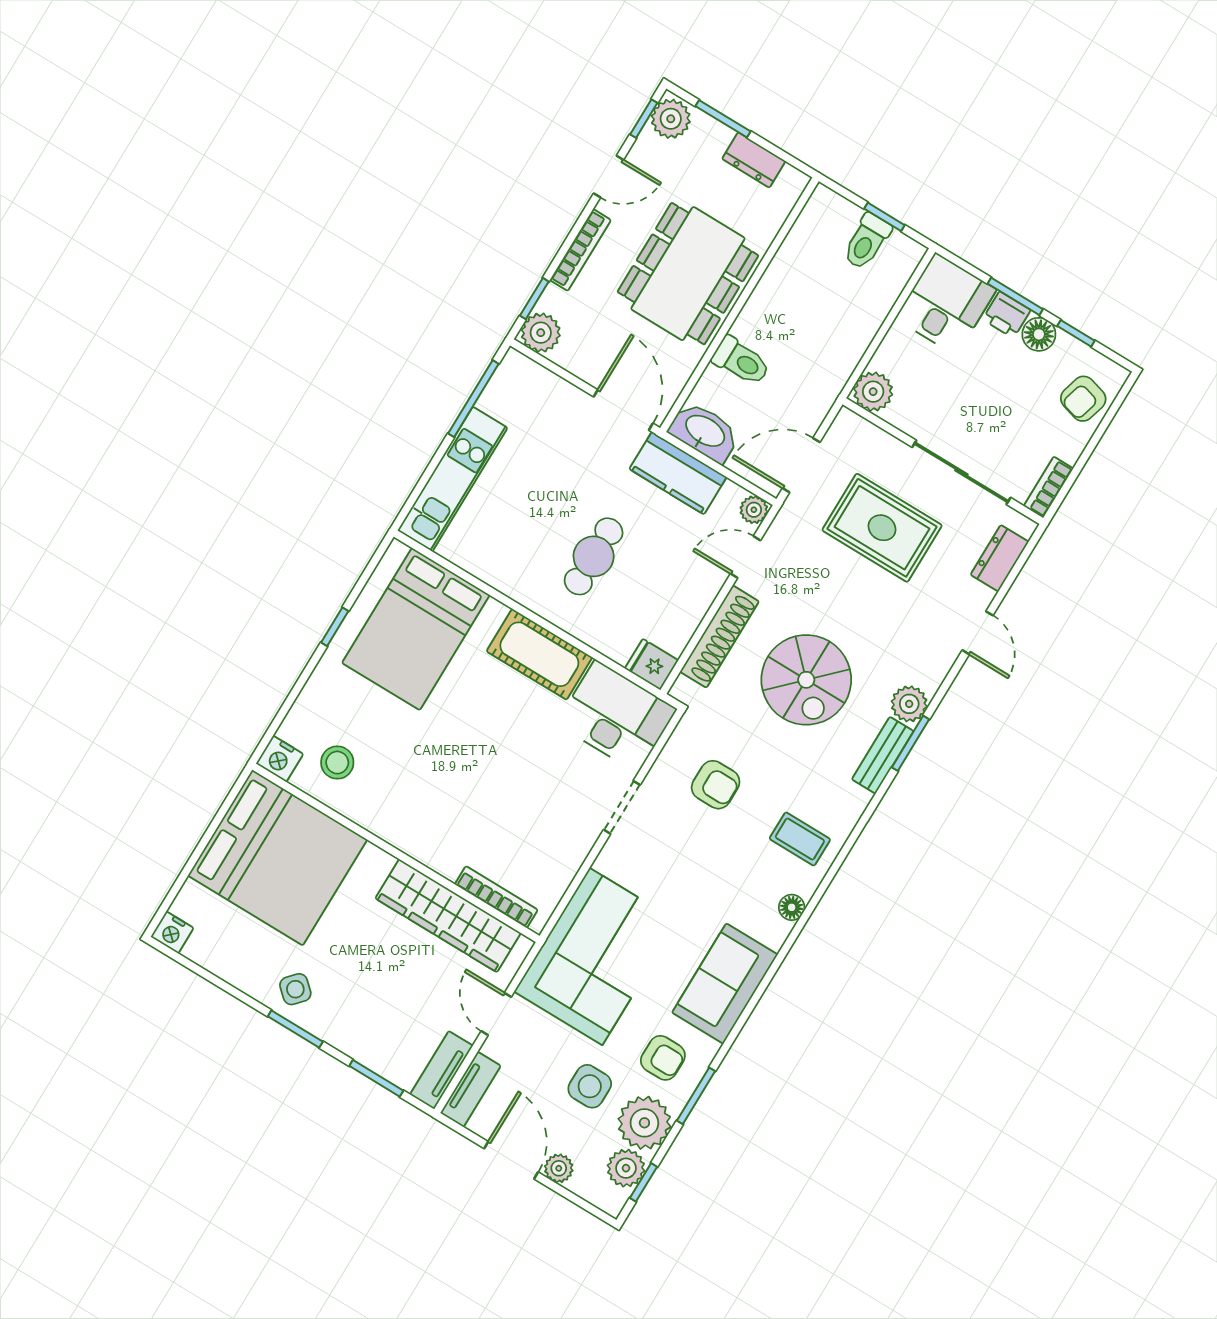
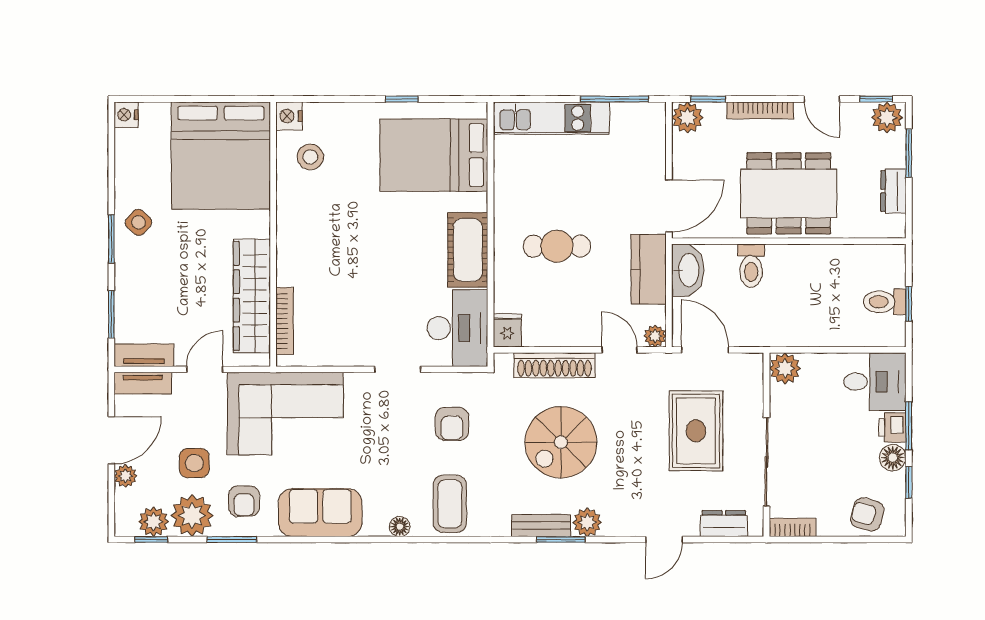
coffee table: (800, 839) -> (450, 504), width x1.36, depth x1.30

